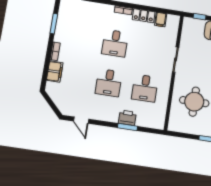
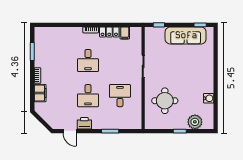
desk: (145, 88) -> (120, 96), turned 180
printer: (127, 118) -> (84, 123), moved

